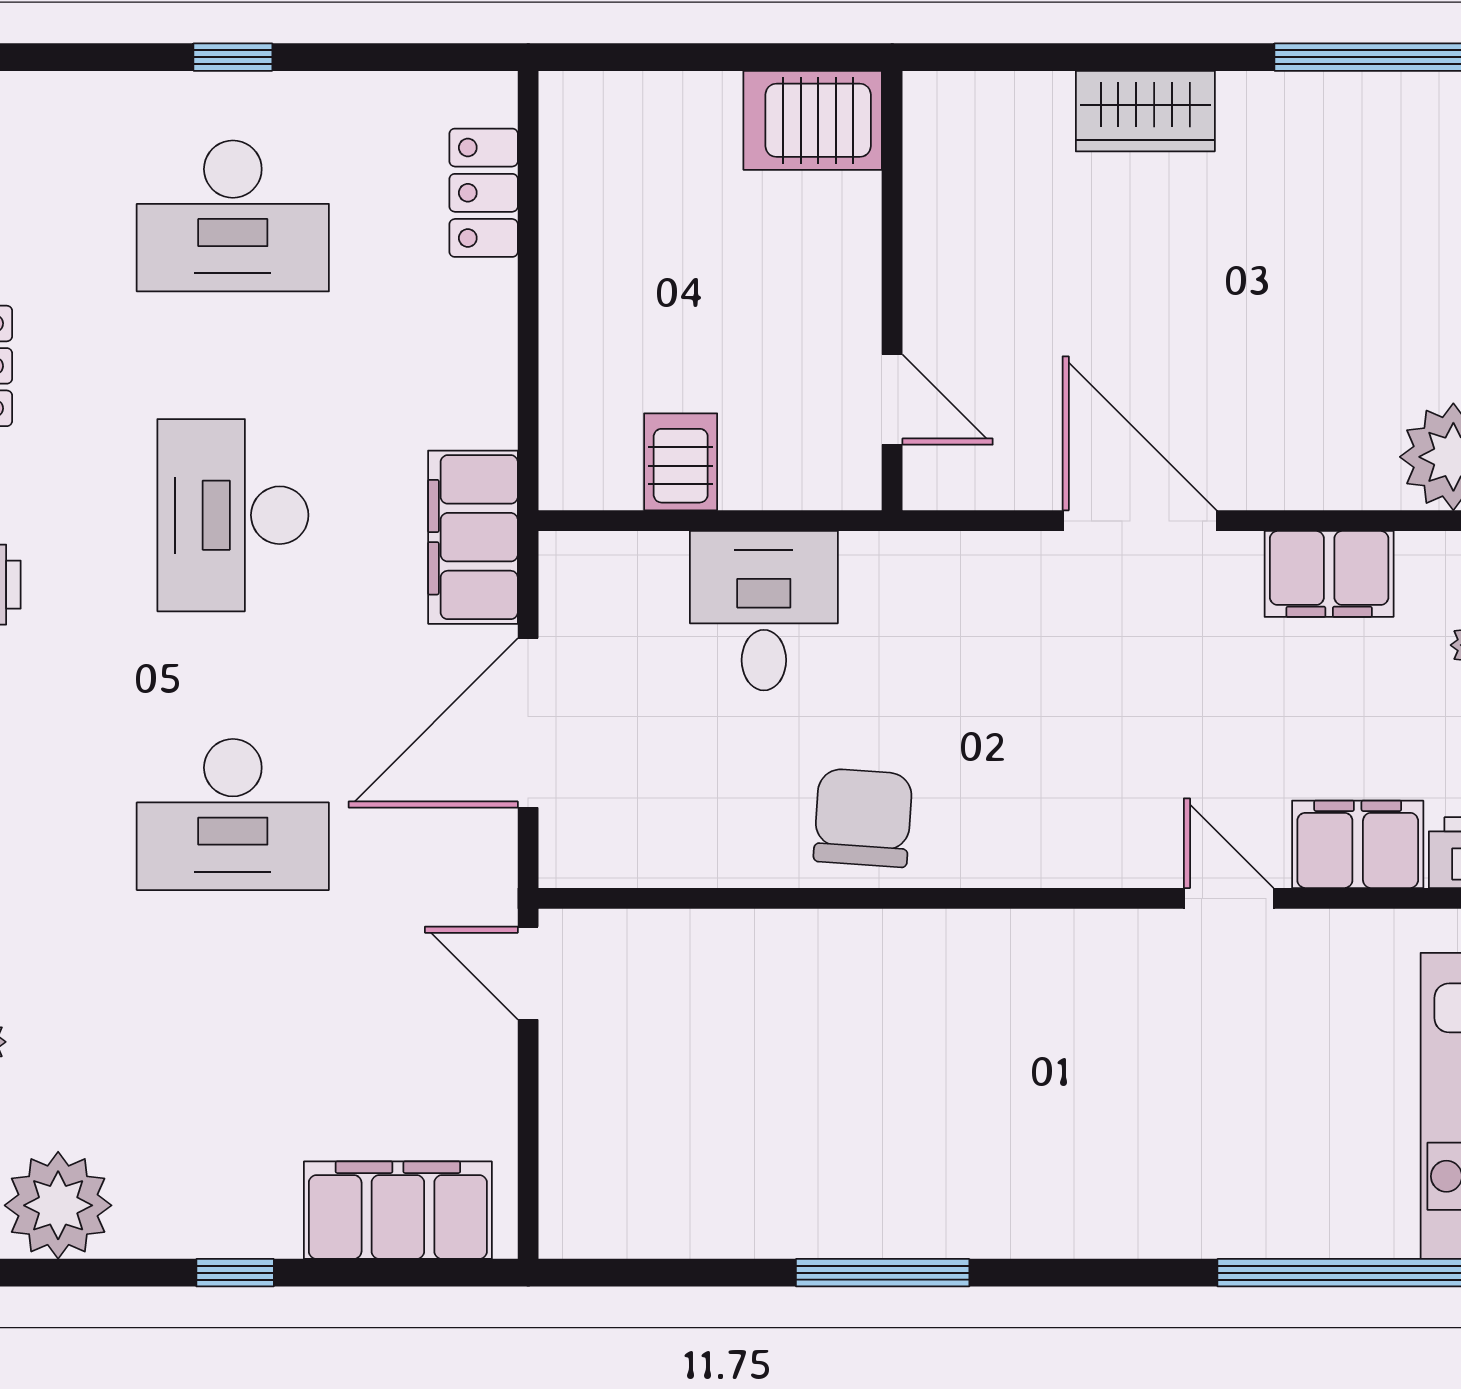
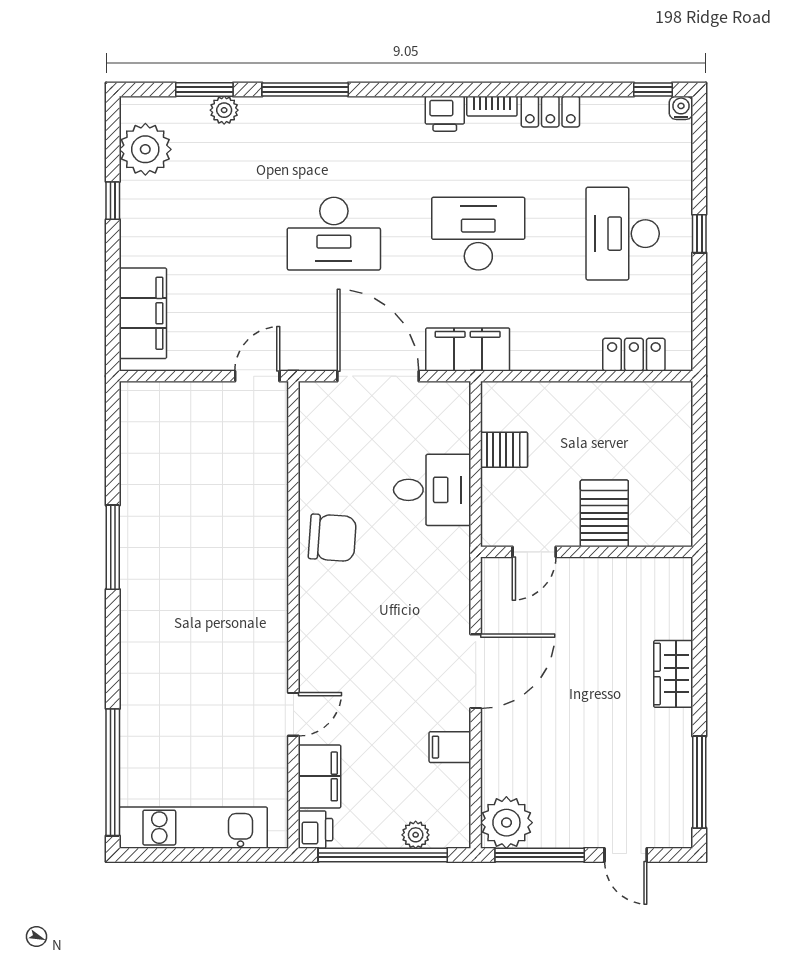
server rack: (813, 120) -> (604, 513), moved
filing cabinet: (1329, 574) -> (450, 747), width x0.50
desk: (233, 814) -> (334, 234), turned -90
window: (235, 1273) -> (113, 201), moved

